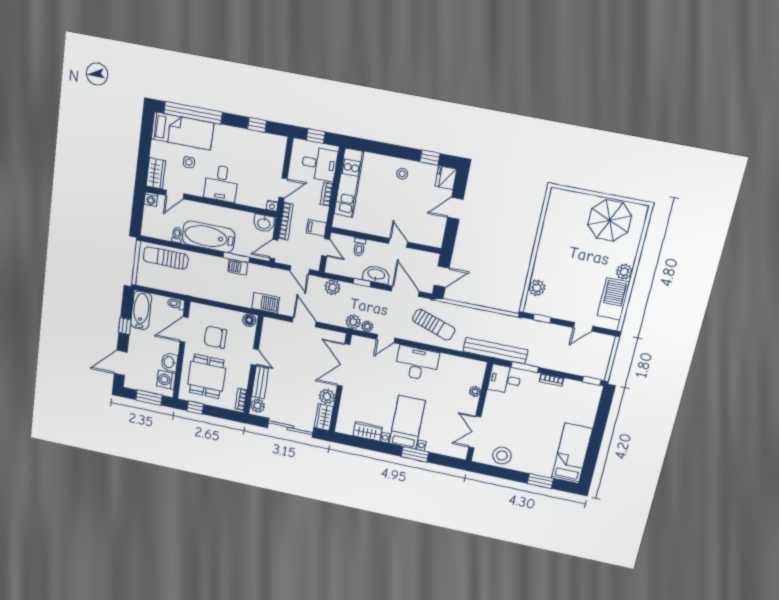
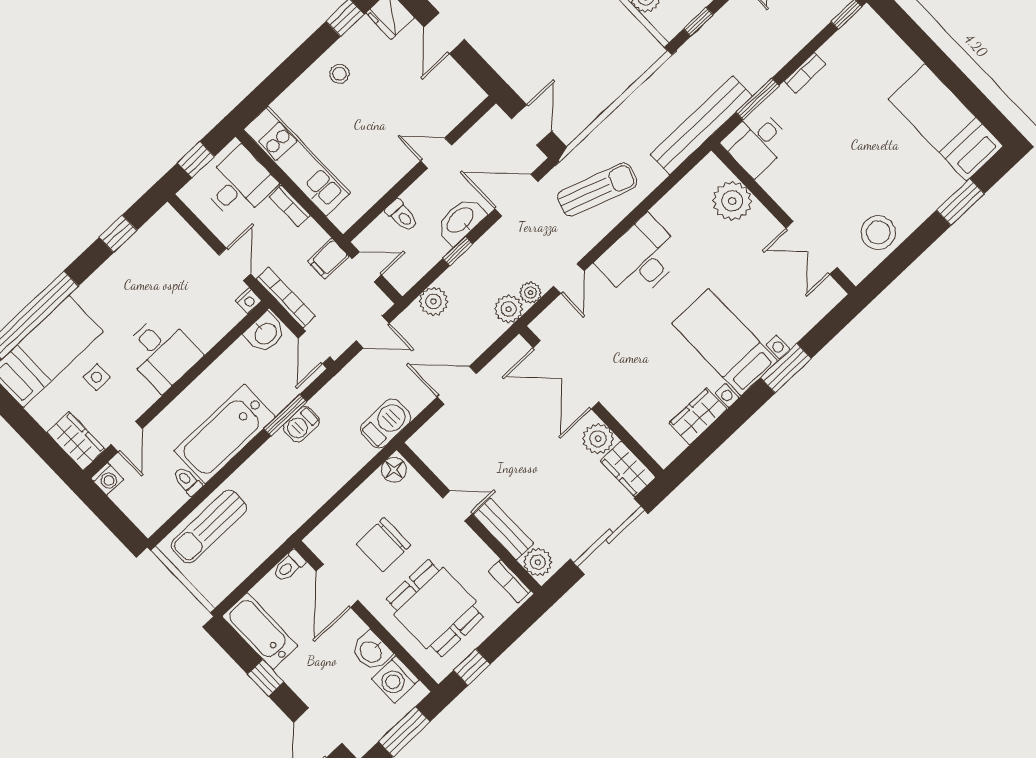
plant: (475, 391) -> (732, 201), width x1.88, depth x1.88

